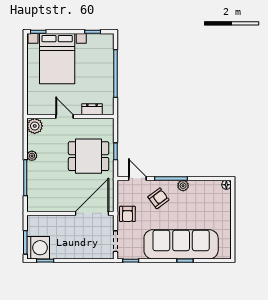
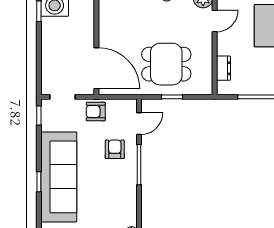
door: (64, 117) -> (215, 21), moved
dining table: (89, 156) -> (166, 64), turned 90
plant: (183, 186) -> (130, 179), removed
armchair: (158, 198) -> (115, 149), turned -143

